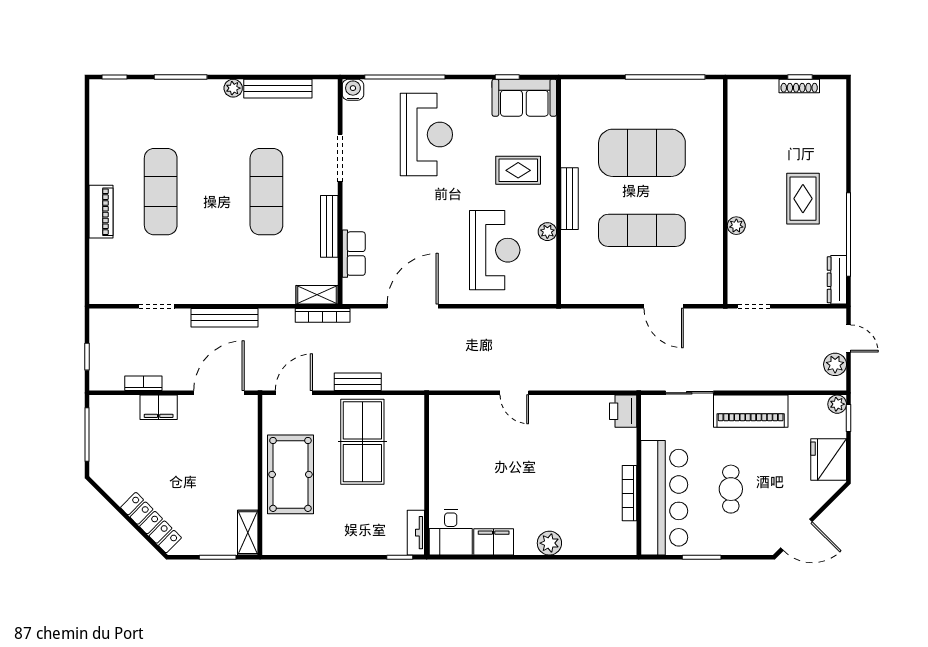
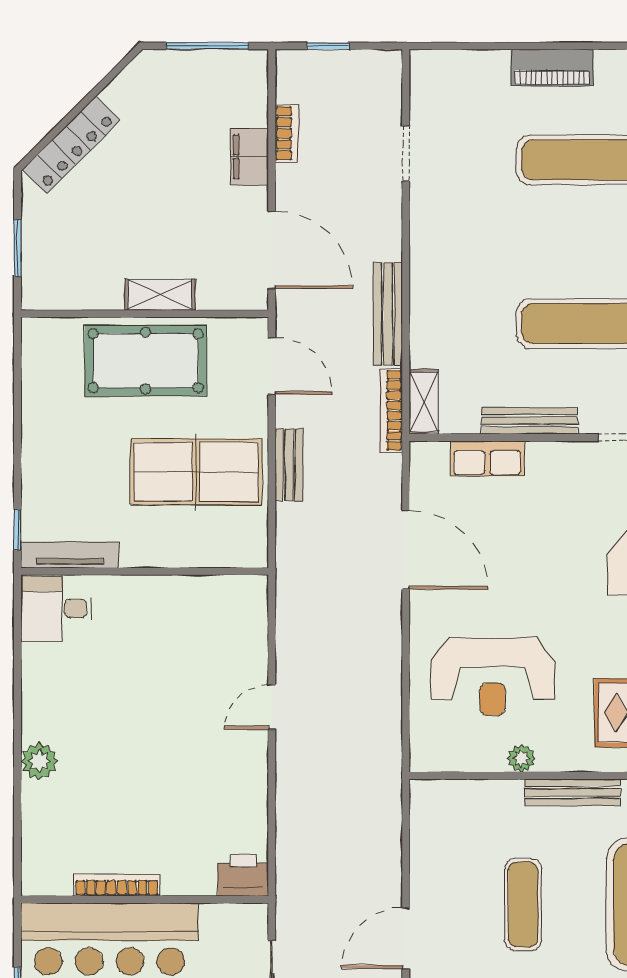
exercise mat: (642, 230) -> (523, 904), width x0.73, depth x0.69
bench: (224, 318) -> (388, 314), moved
shelving: (248, 533) -> (160, 295), moved
tv unit: (416, 533) -> (70, 555), width x1.41
filing cabinet: (494, 542) -> (41, 675), removed

